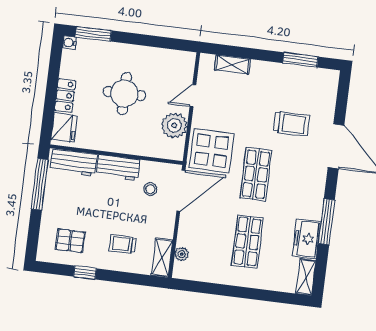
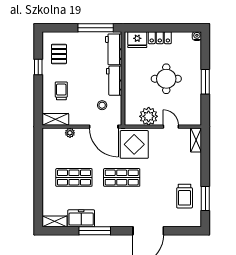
window: (93, 34) -> (205, 82), moved
shelving: (232, 65) -> (196, 140), moved
trolley: (291, 124) -> (185, 196), moved
plant: (182, 254) -> (70, 133), moved

